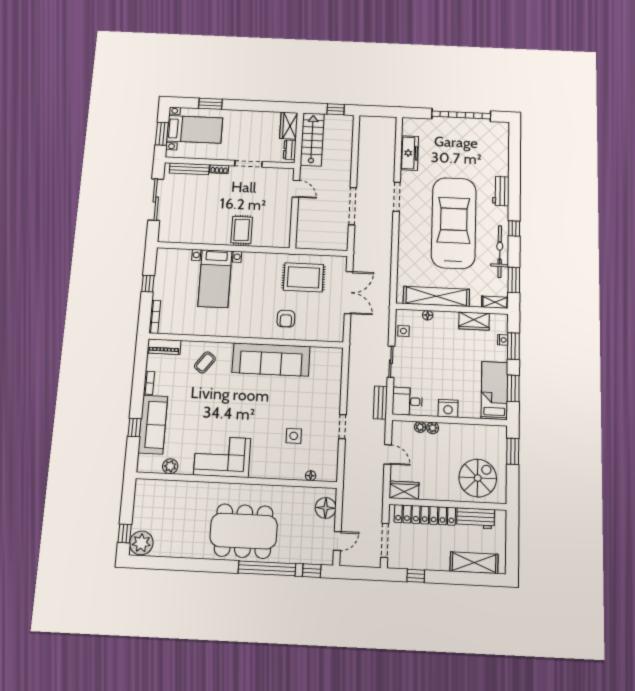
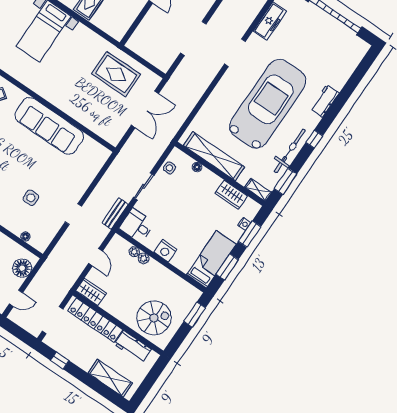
armchair: (286, 319) -> (81, 100), removed

